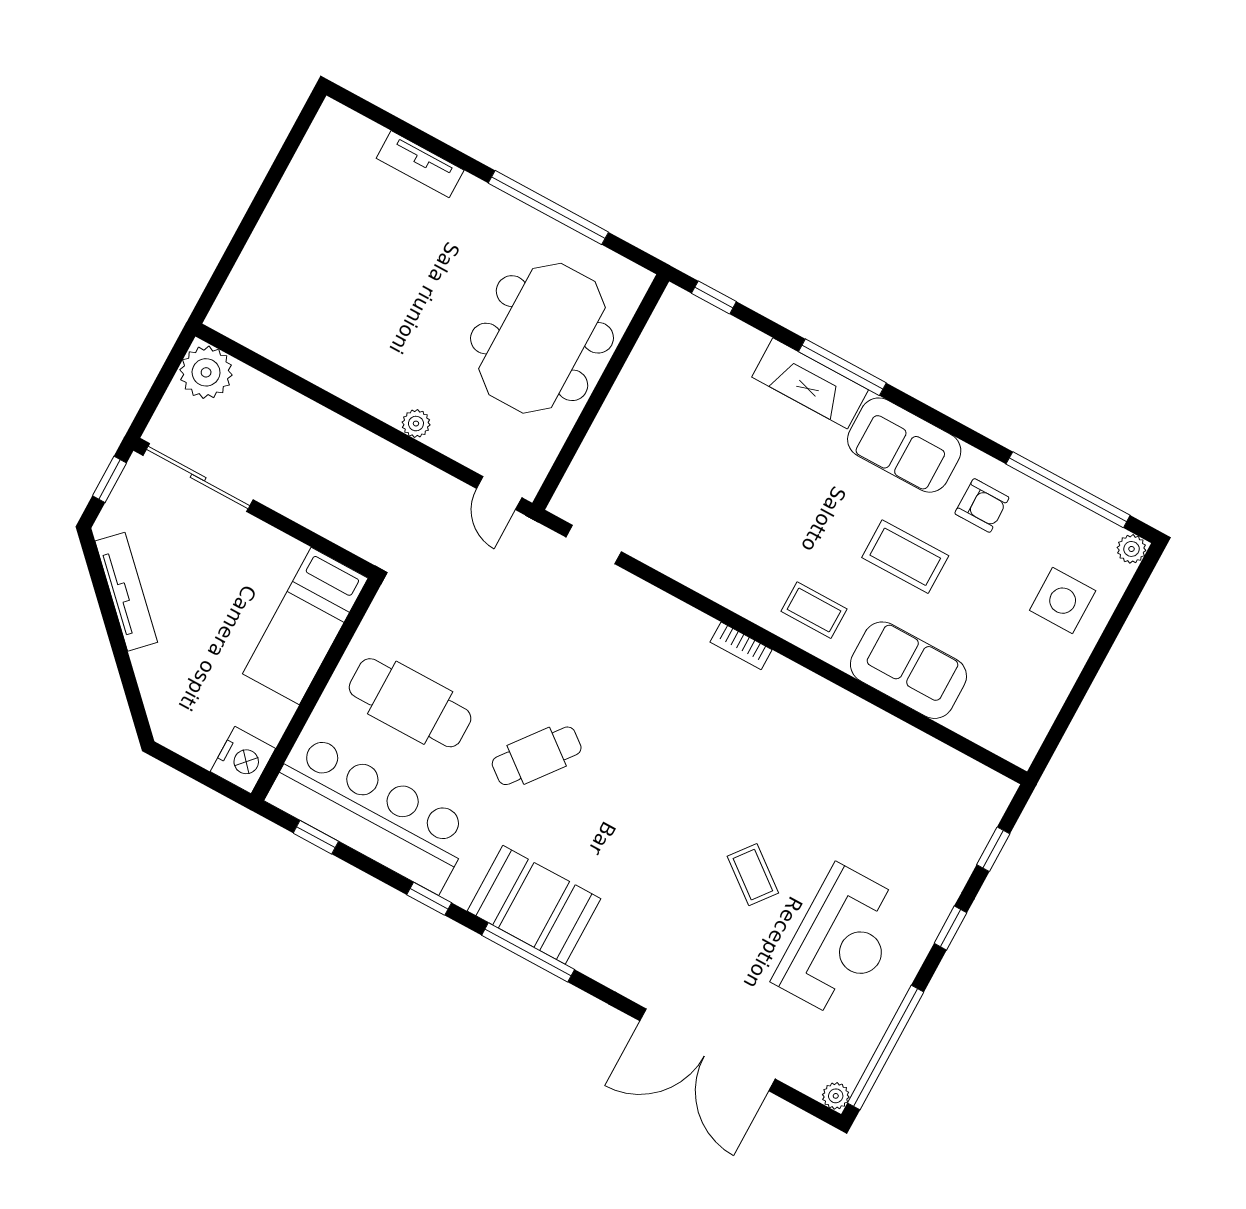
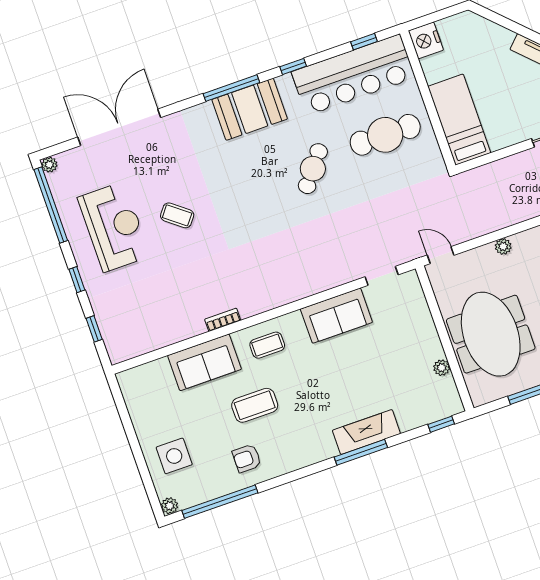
plant: (641, 362) -> (442, 368), added
sofa: (904, 445) -> (336, 316), moved, turned 180
bookcase: (741, 646) -> (223, 320), moved
reception desk: (841, 942) -> (114, 227), turned 180

